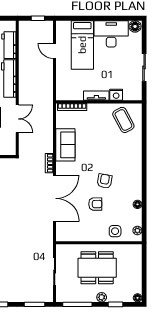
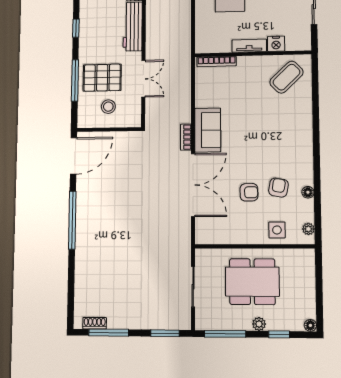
coffee table: (123, 120) -> (286, 77), turned 74
sofa: (65, 145) -> (208, 130), moved
armchair: (105, 181) -> (278, 188), moved

